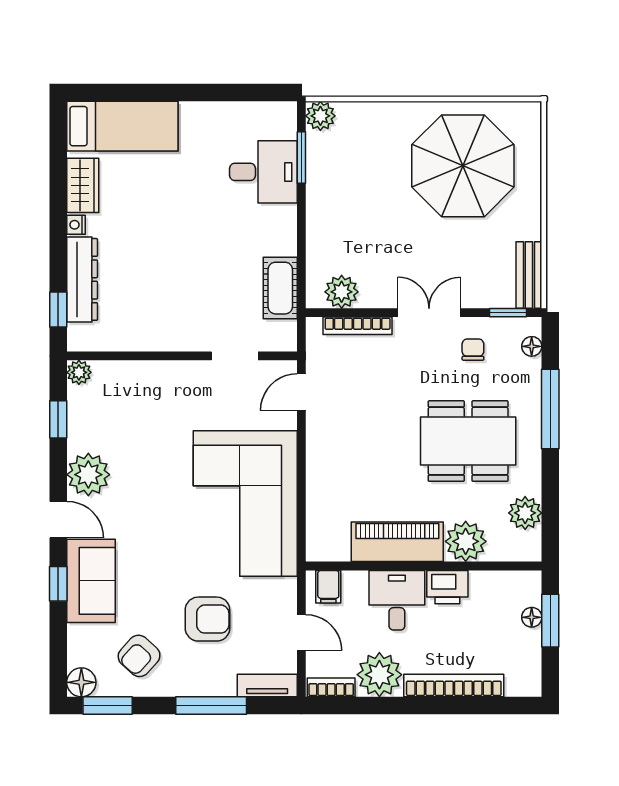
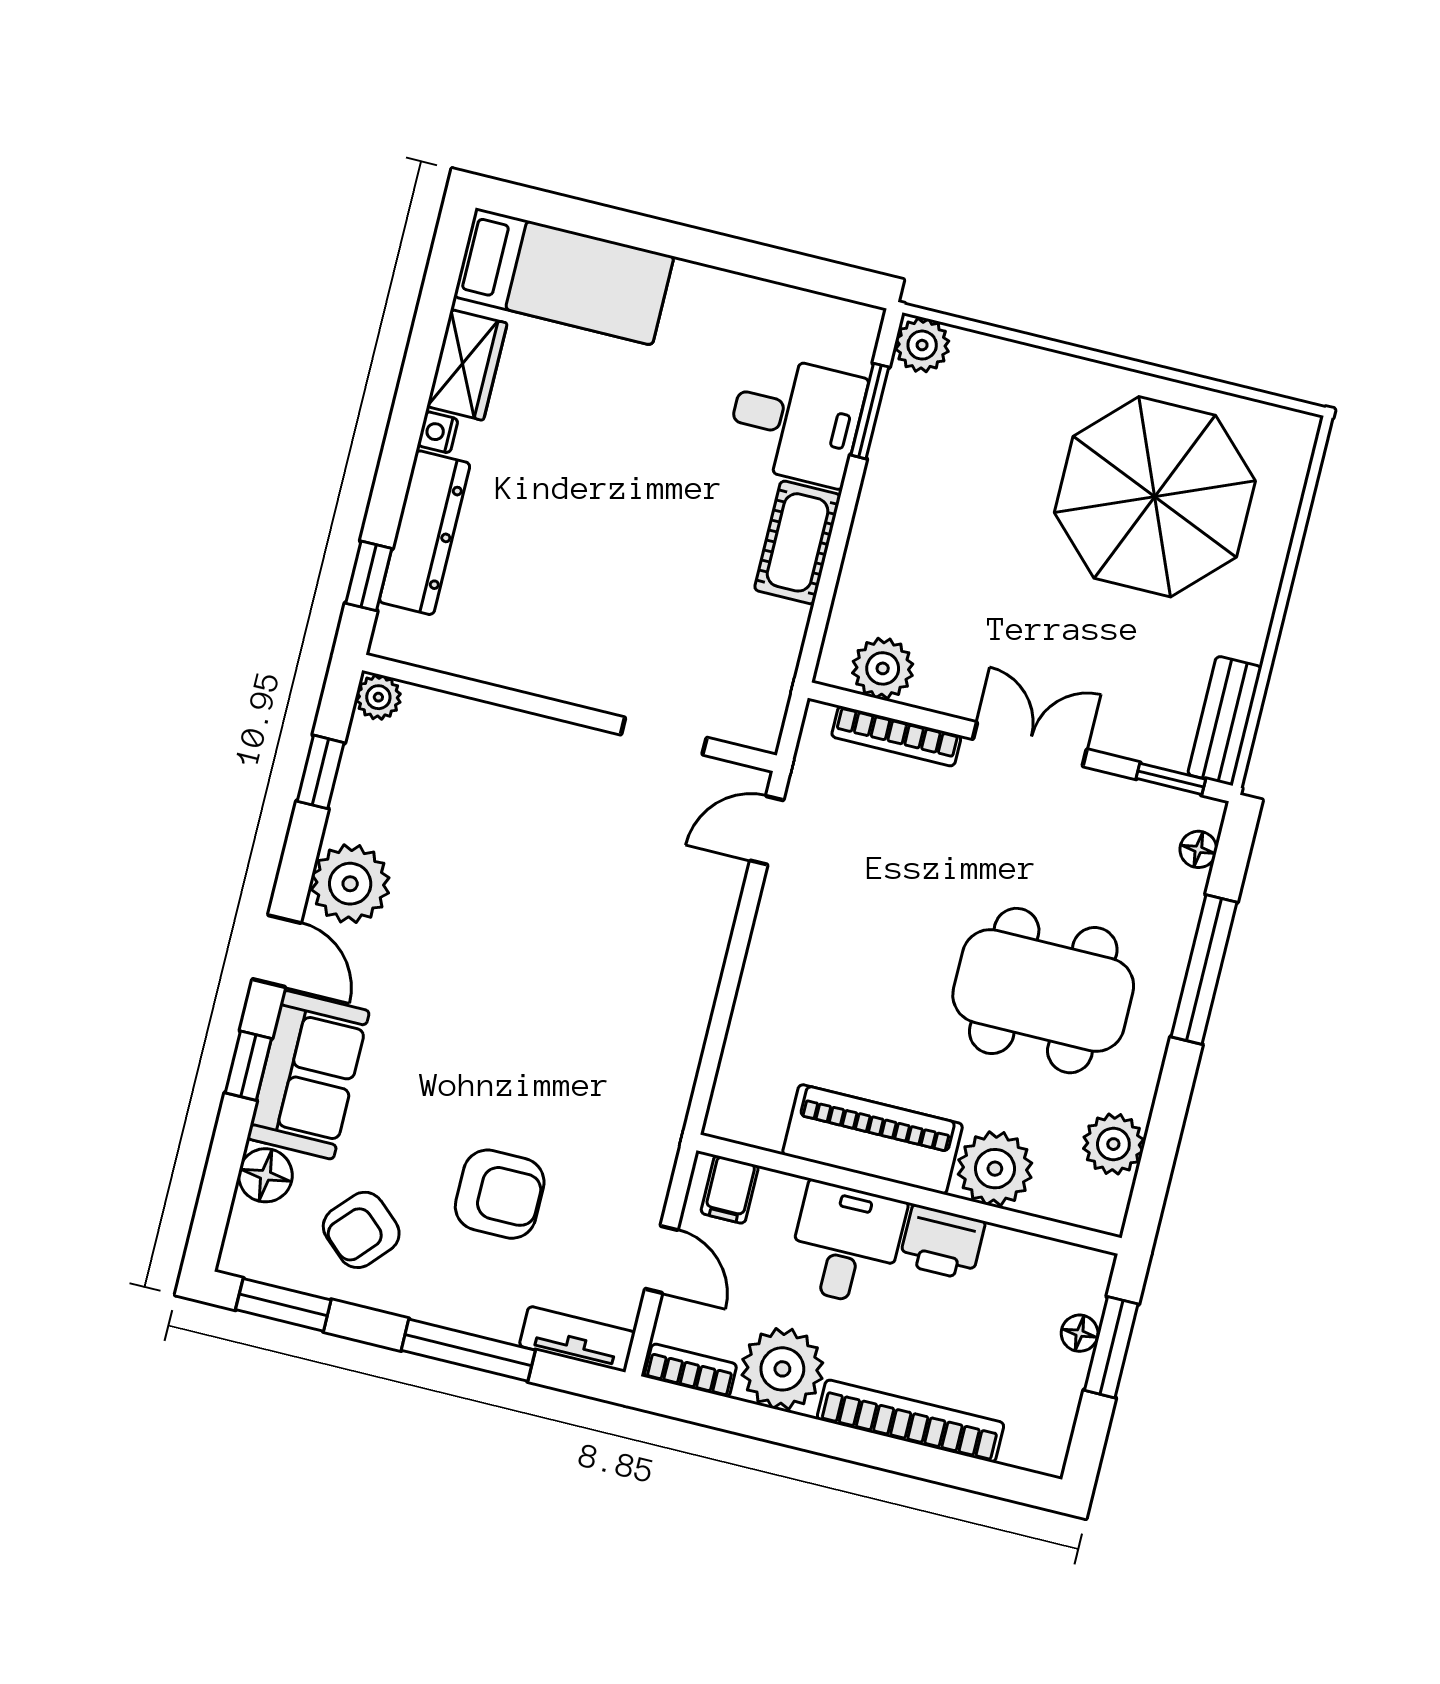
cot: (280, 288) -> (798, 542), moved
chair: (473, 350) -> (1092, 829), removed
corner sofa: (245, 503) -> (618, 1004), removed
floor lamp: (81, 682) -> (265, 1175), moved

